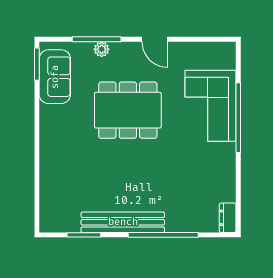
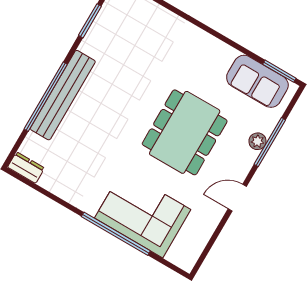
bench: (123, 222) -> (63, 95), moved

